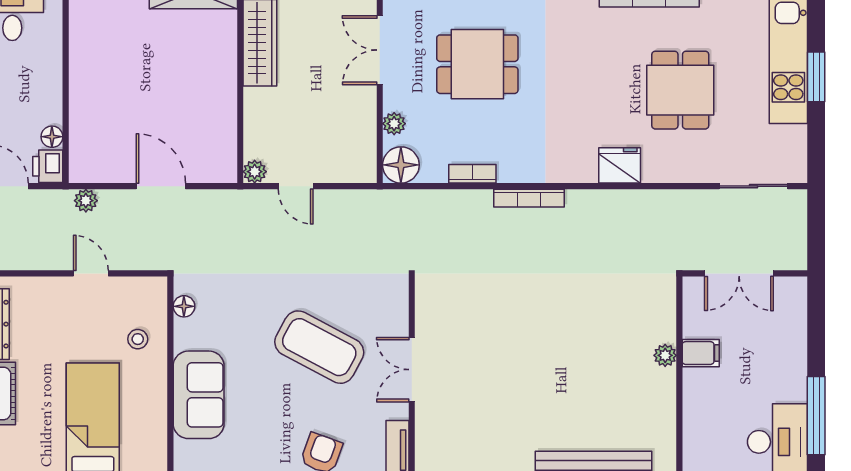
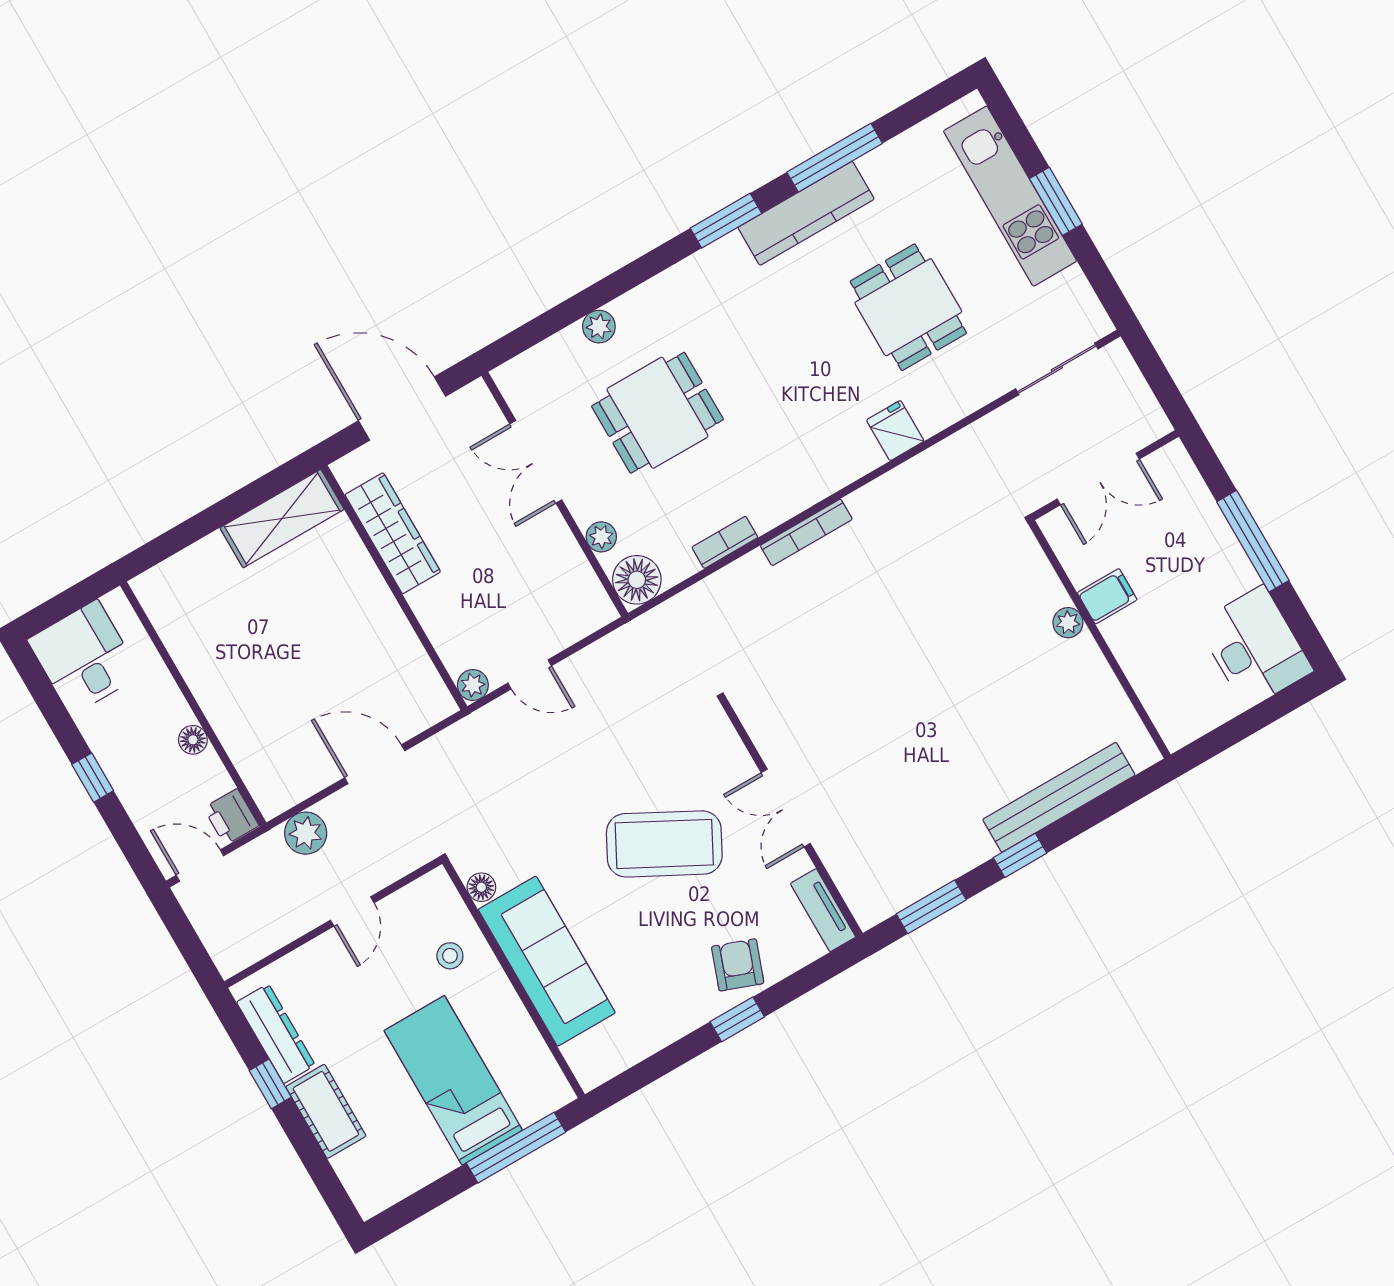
floor lamp: (52, 137) -> (193, 740), moved
fridge: (620, 165) -> (895, 431), width x0.72
plant: (86, 201) -> (306, 833), width x1.38, depth x1.38
door: (91, 273) -> (352, 911), swing flipped
sofa: (199, 395) -> (547, 961), width x1.36
window: (816, 416) -> (1253, 541), moved

